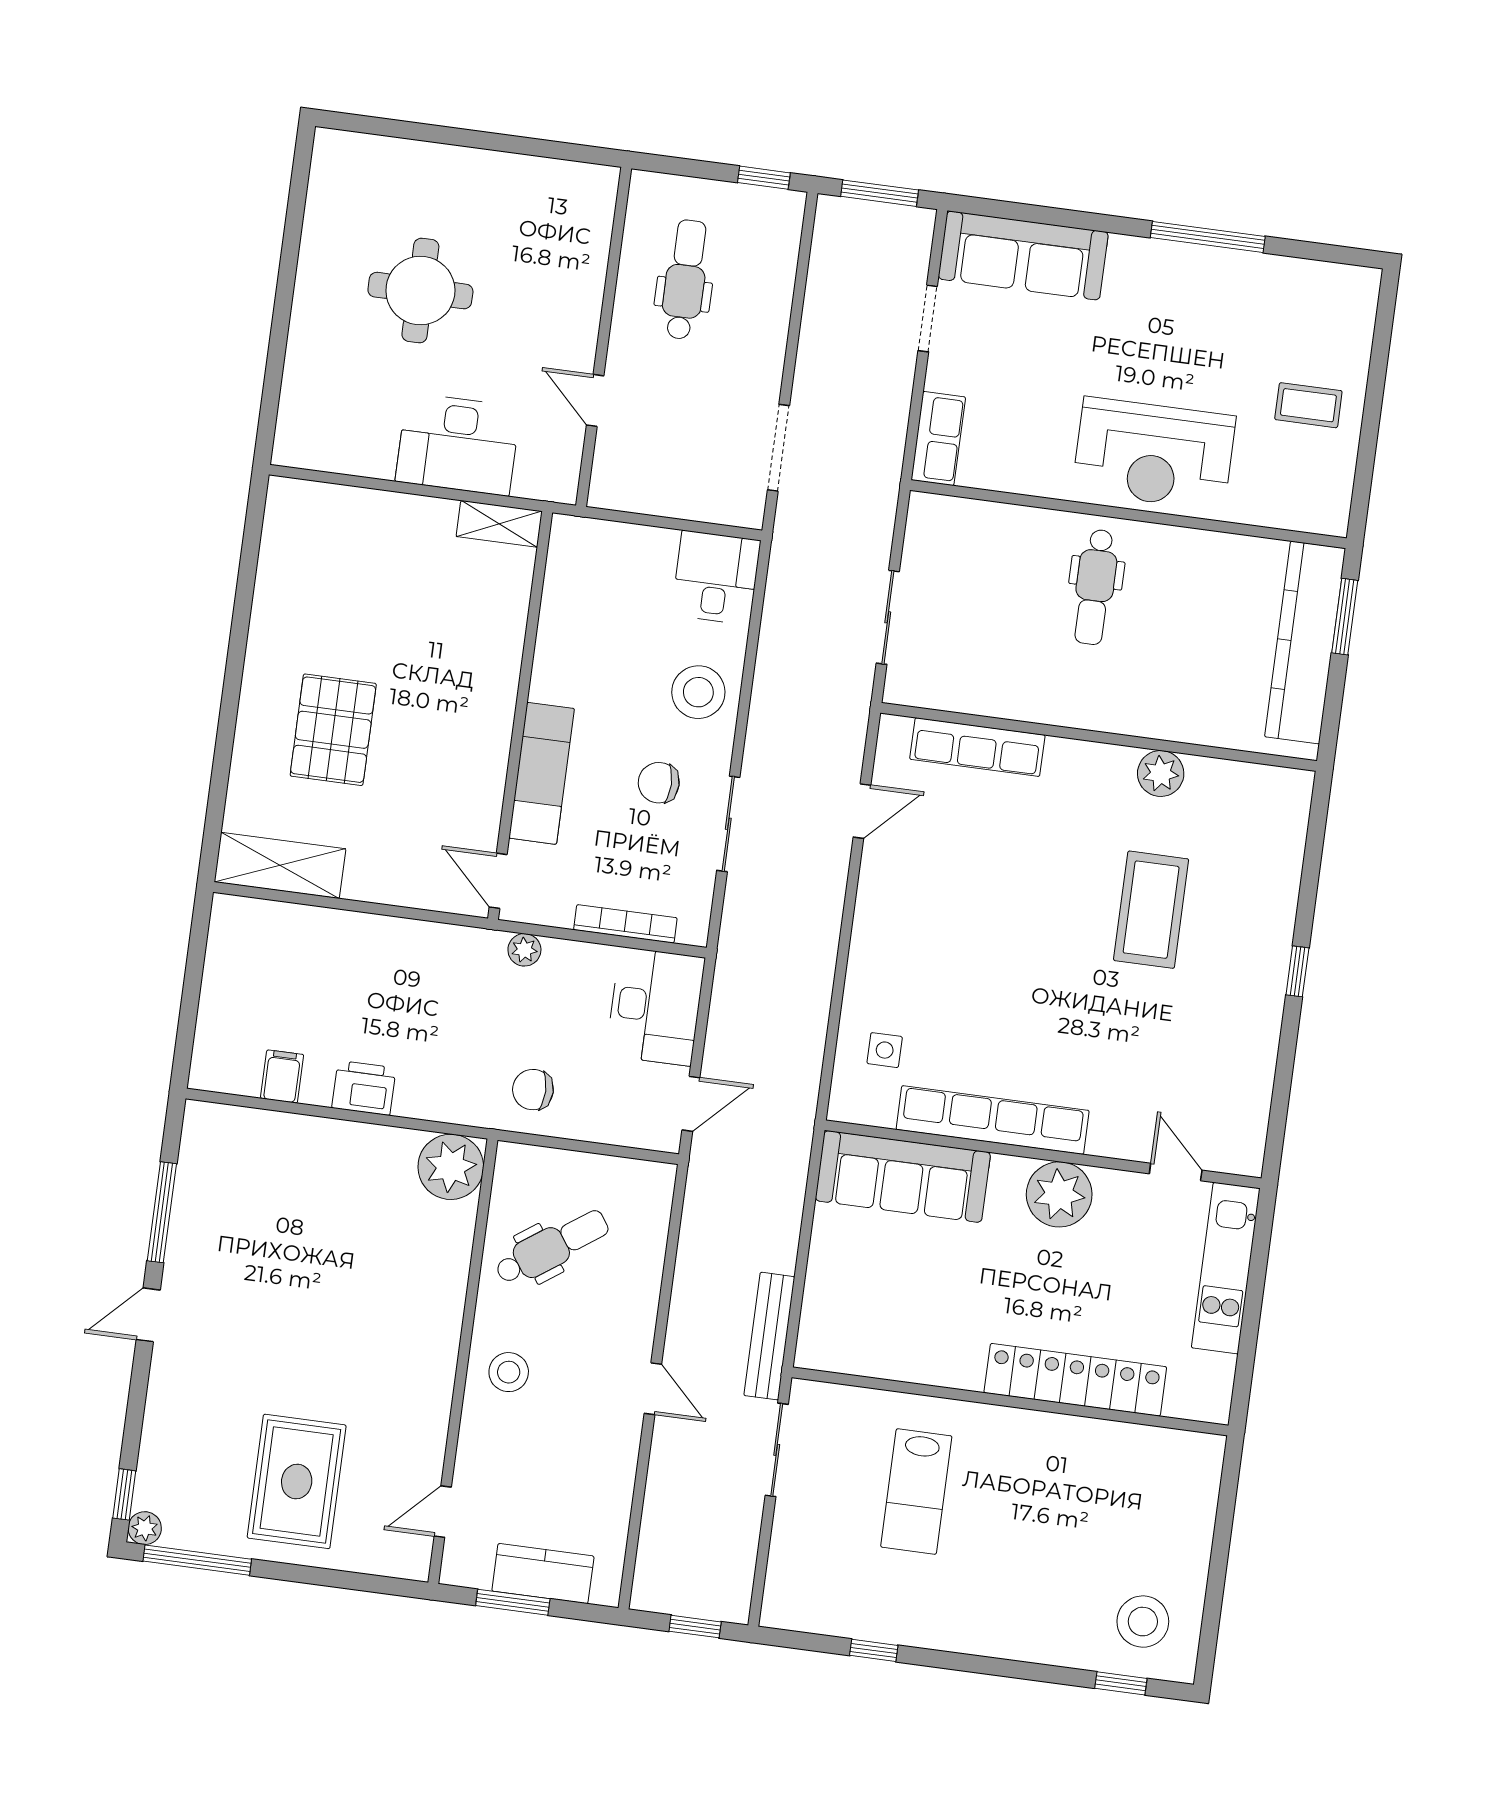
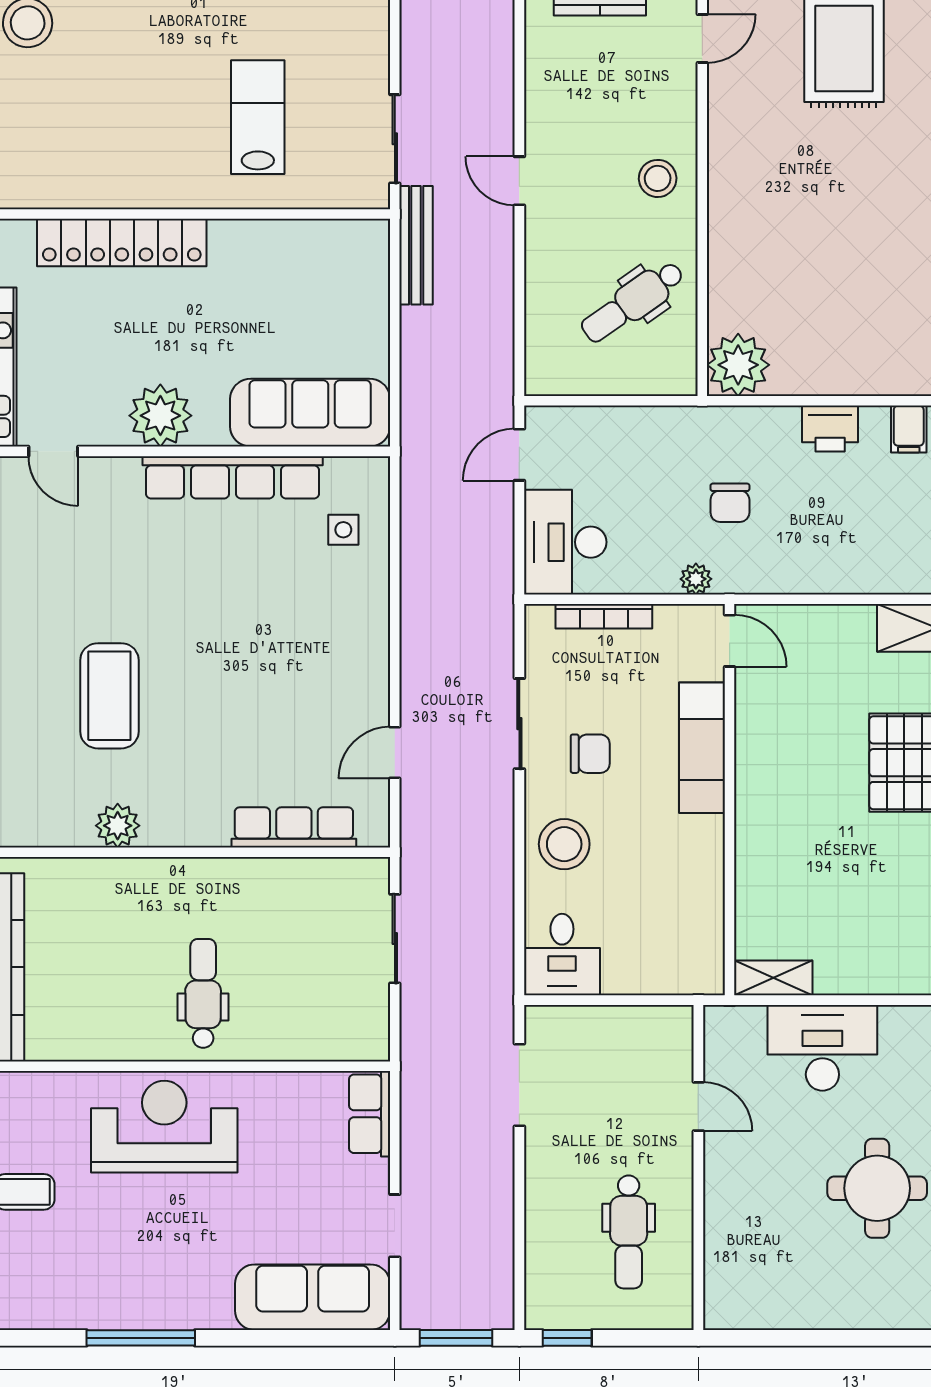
chair: (533, 1090) -> (730, 503), moved, turned 90

